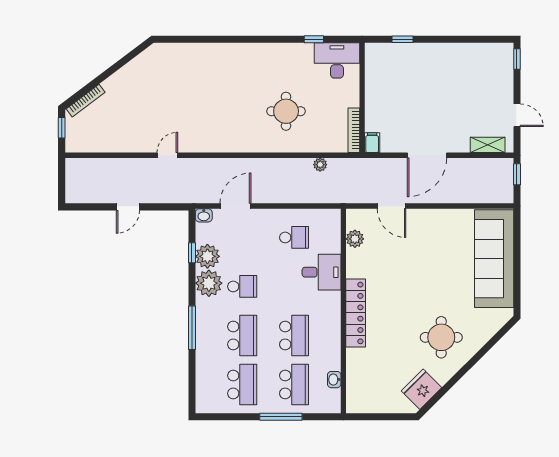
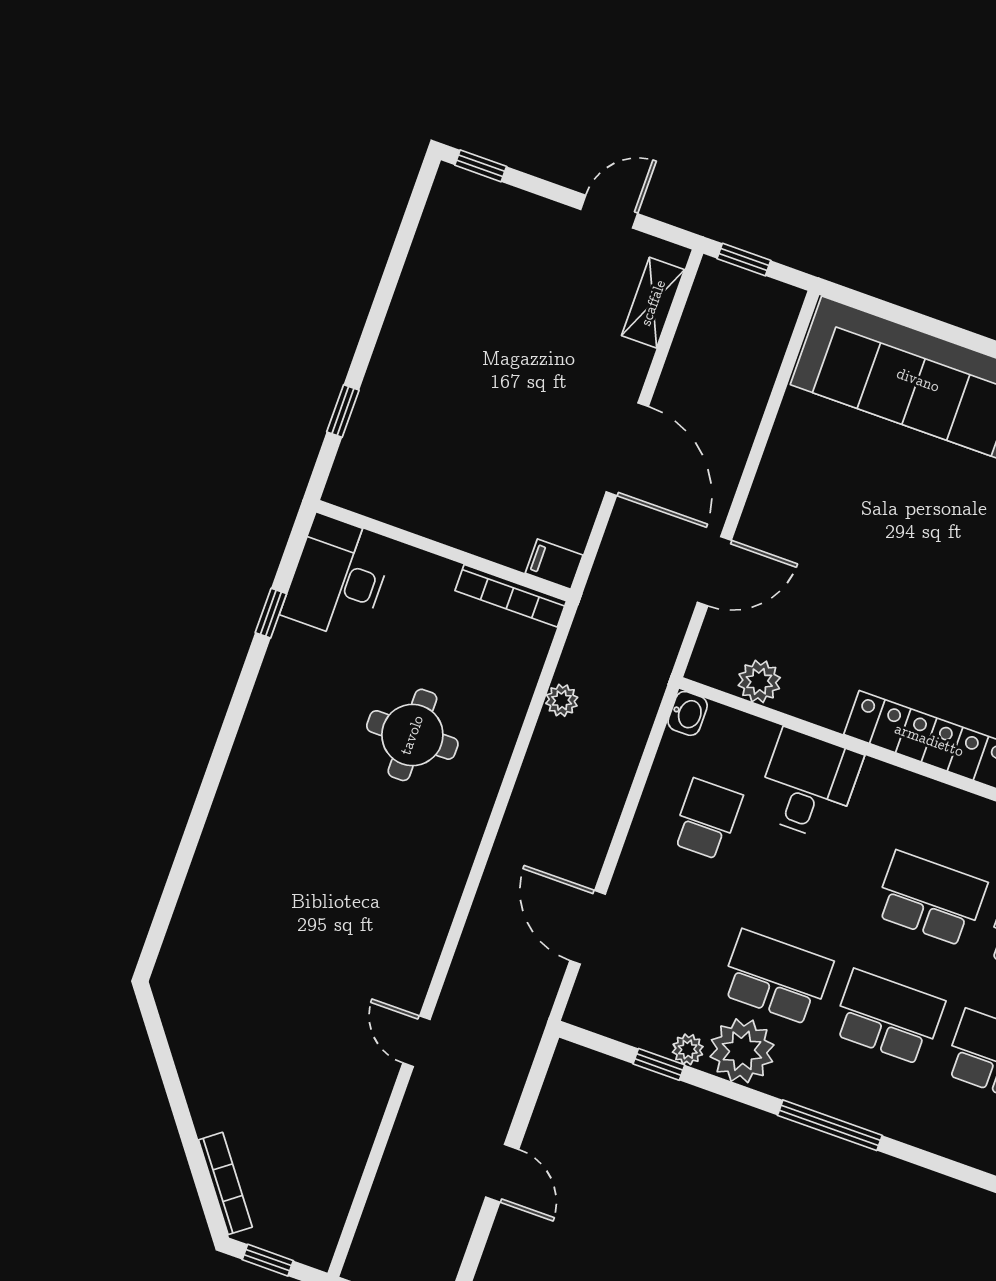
washbasin: (204, 215) -> (688, 713), moved
plant: (207, 256) -> (688, 1049), width x0.53, depth x0.53
school desk: (242, 286) -> (776, 977), width x1.85

